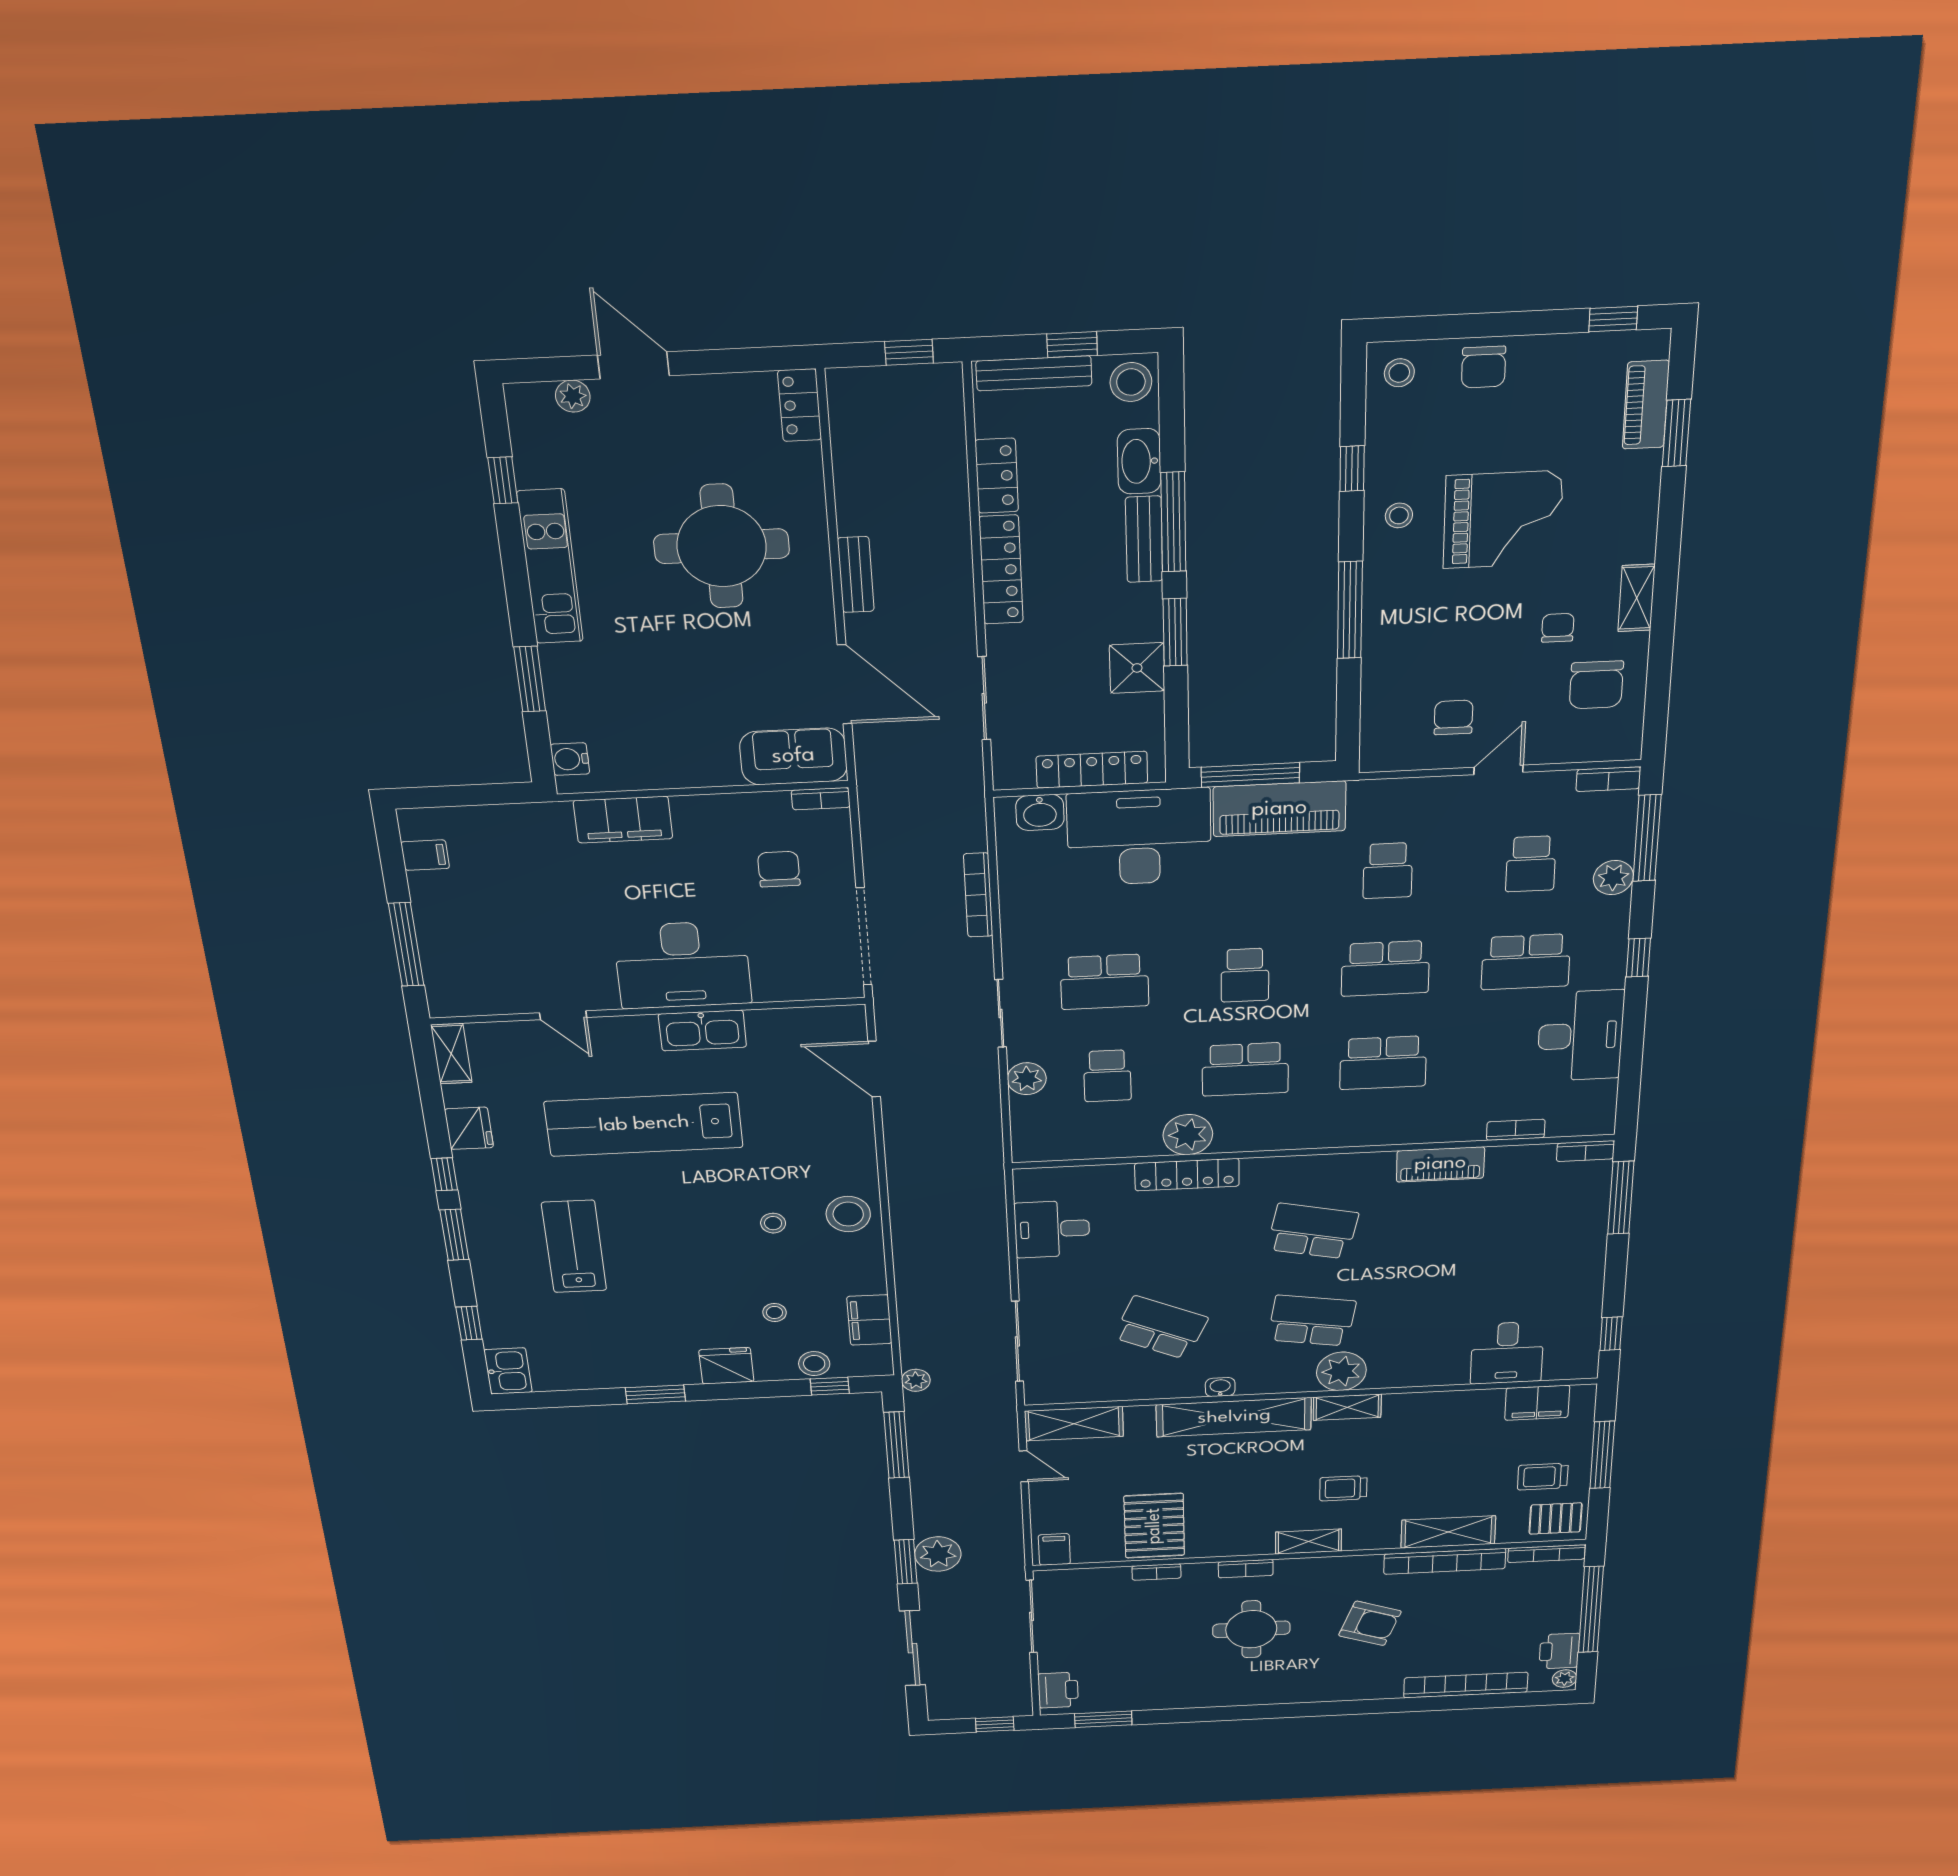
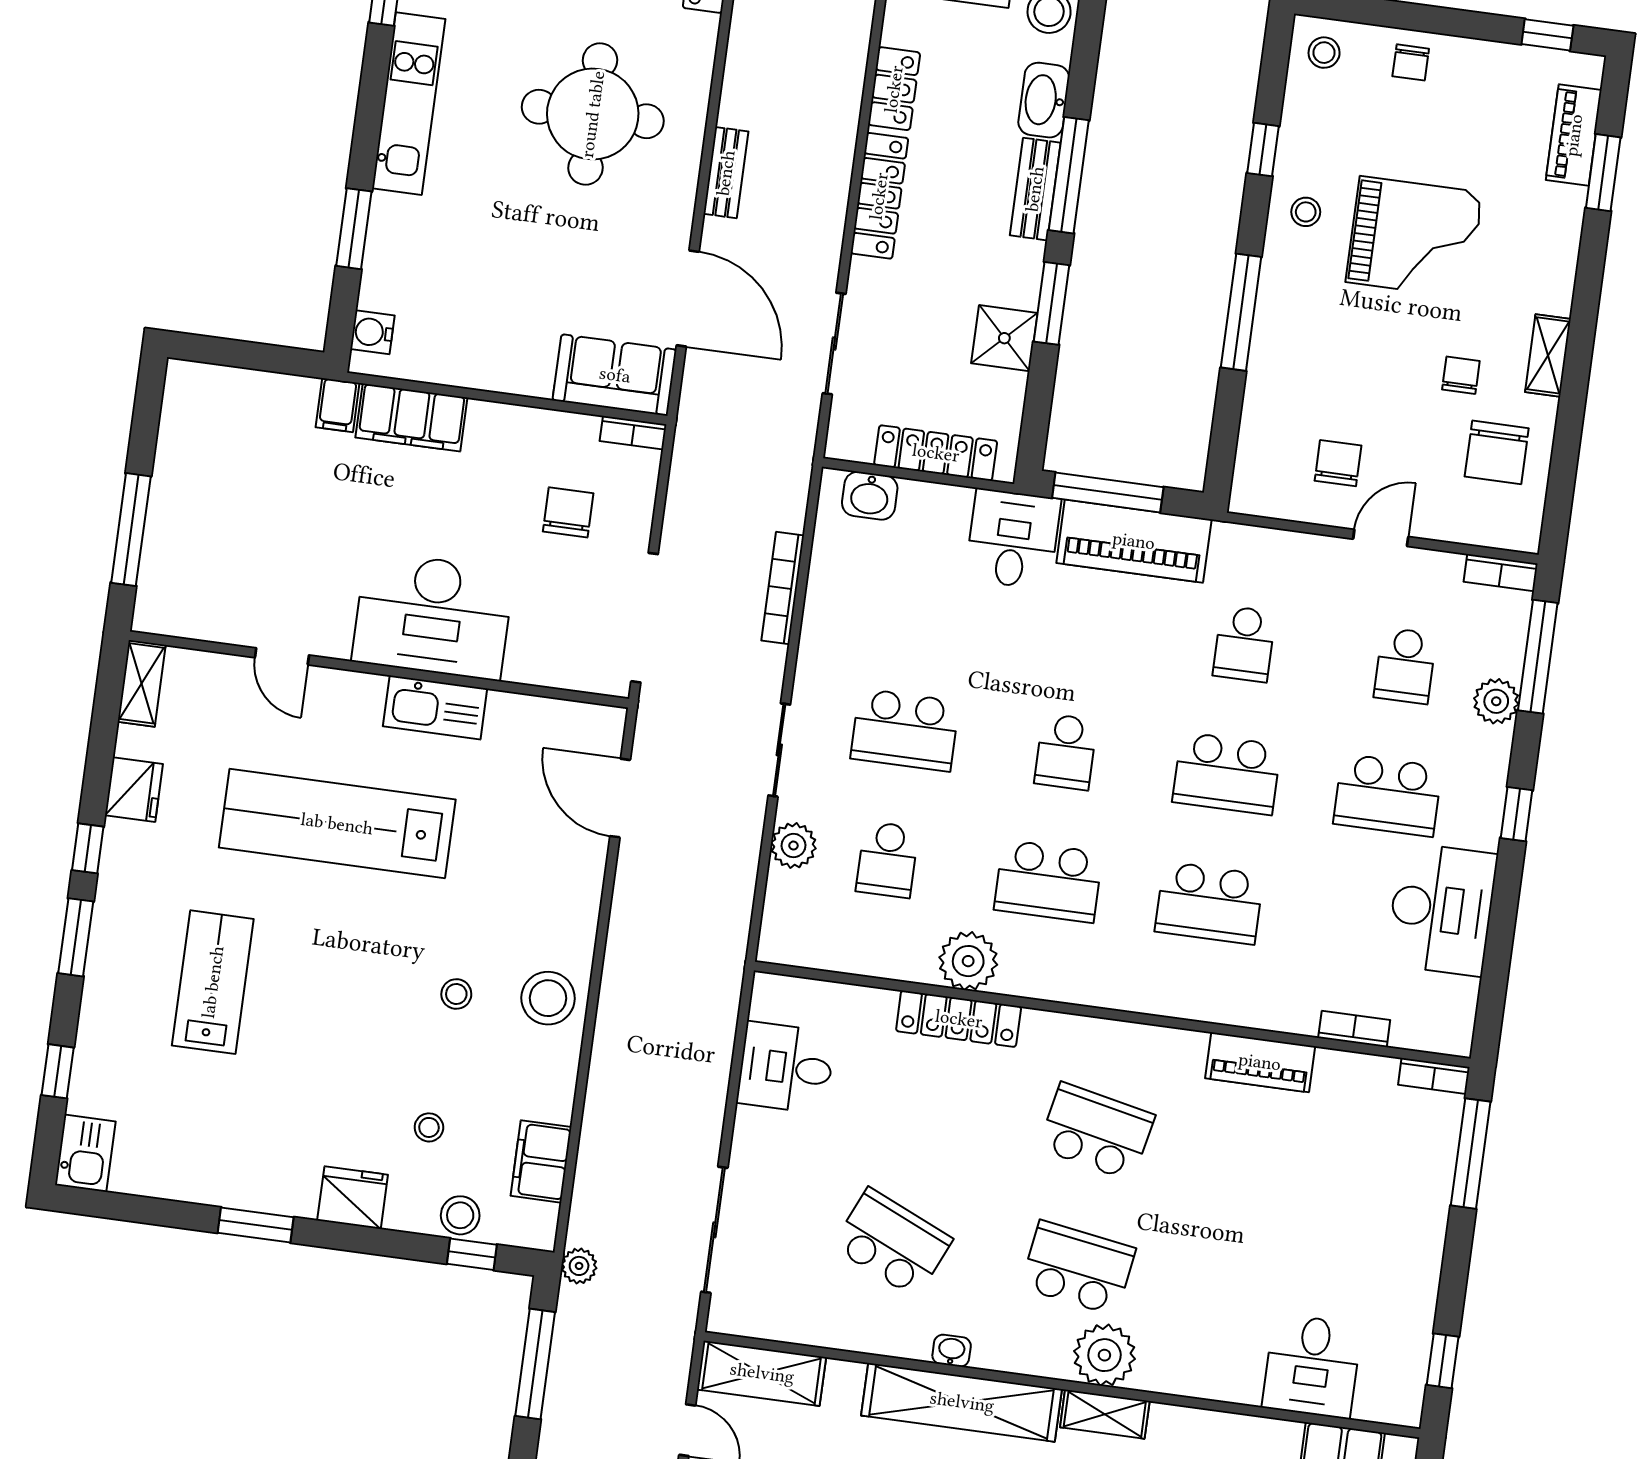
chair: (1484, 367) -> (1411, 62), width x0.73, depth x0.73
desk: (1139, 837) -> (1013, 539), width x0.53, depth x0.77
filing cabinet: (425, 855) -> (338, 405), moved, turned 90

